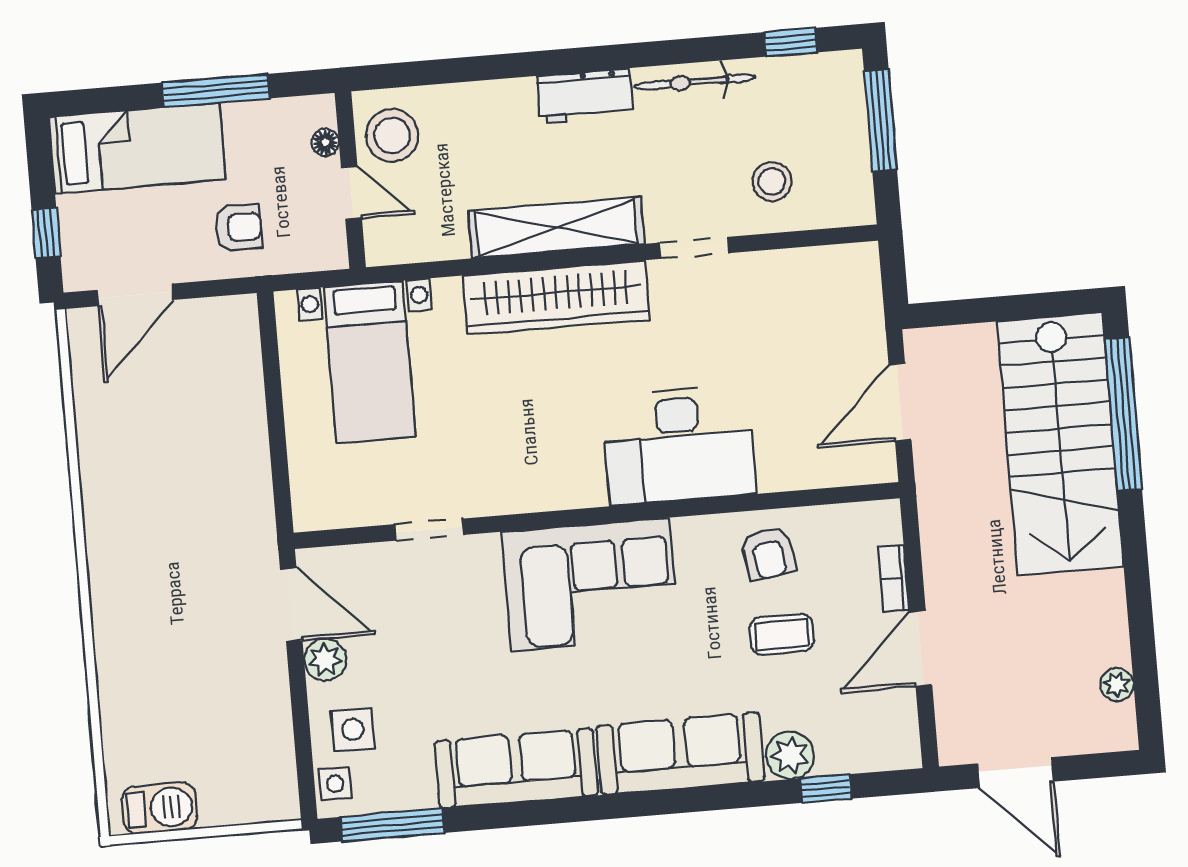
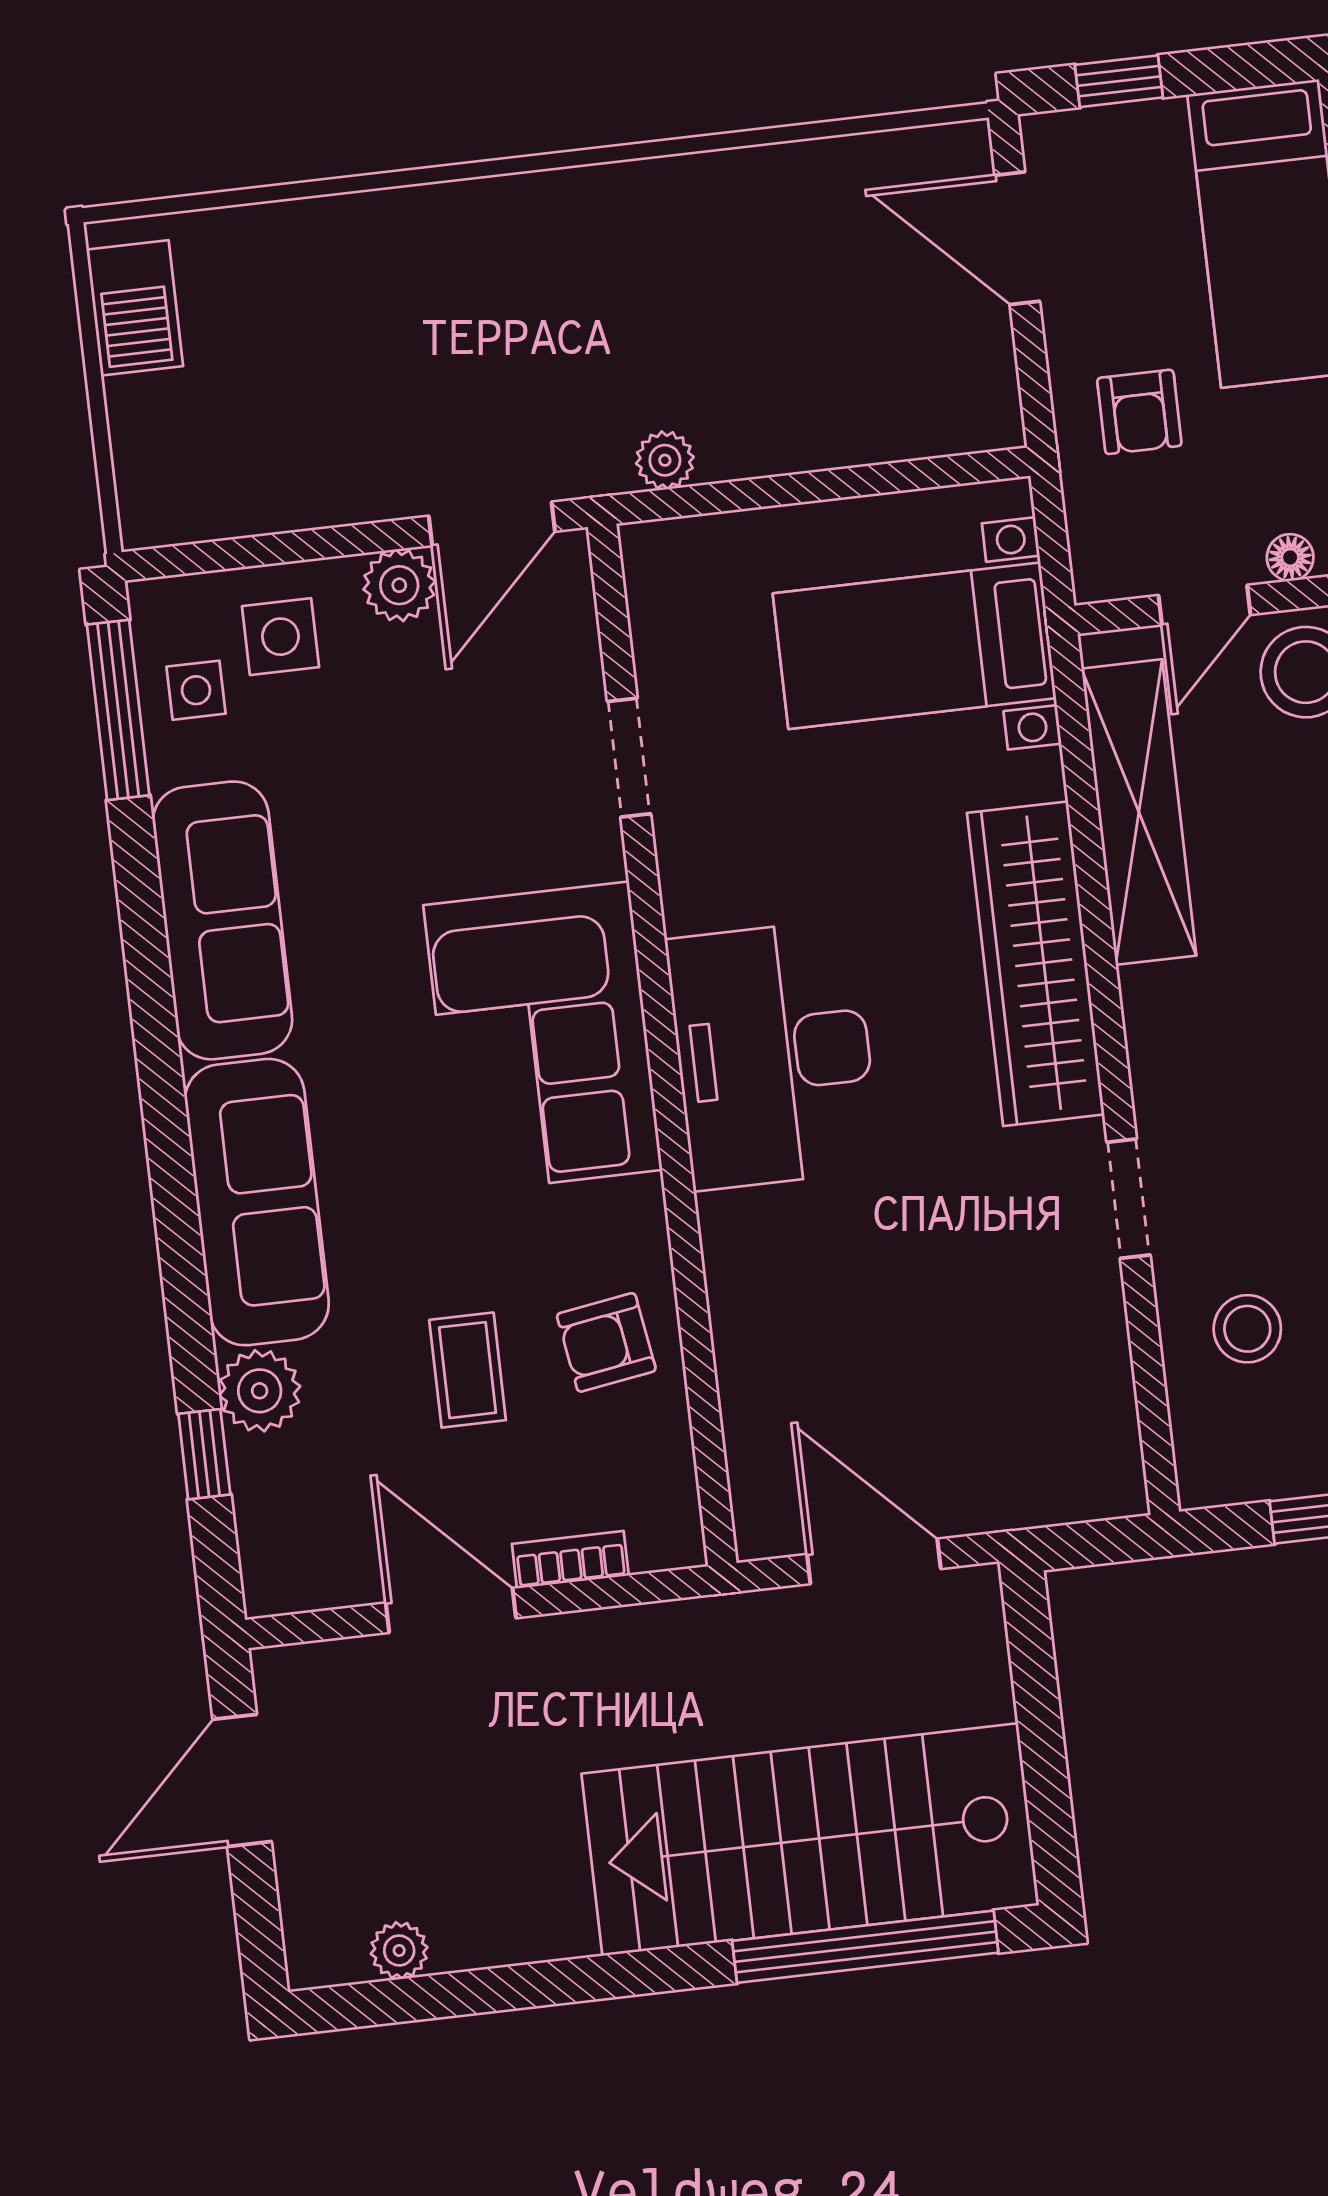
shelving: (556, 228) -> (1139, 812), moved
desk: (679, 445) -> (773, 1055), moved
plant: (258, 503) -> (665, 460), added
side table: (335, 784) -> (196, 690), moved

